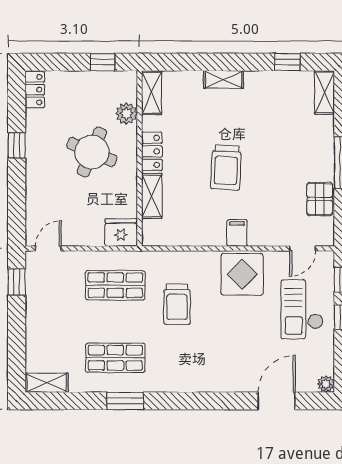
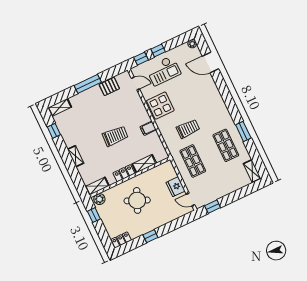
plant: (126, 114) -> (99, 199), moved
fridge: (121, 233) -> (176, 187), moved
filing cabinet: (237, 233) -> (148, 128), moved

